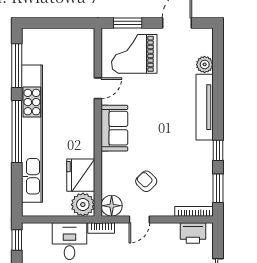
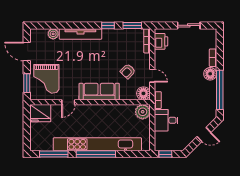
door: (98, 88) -> (68, 102), swing flipped
sofa: (114, 128) -> (99, 92), width x1.36
fridge: (81, 175) -> (40, 113), moved

